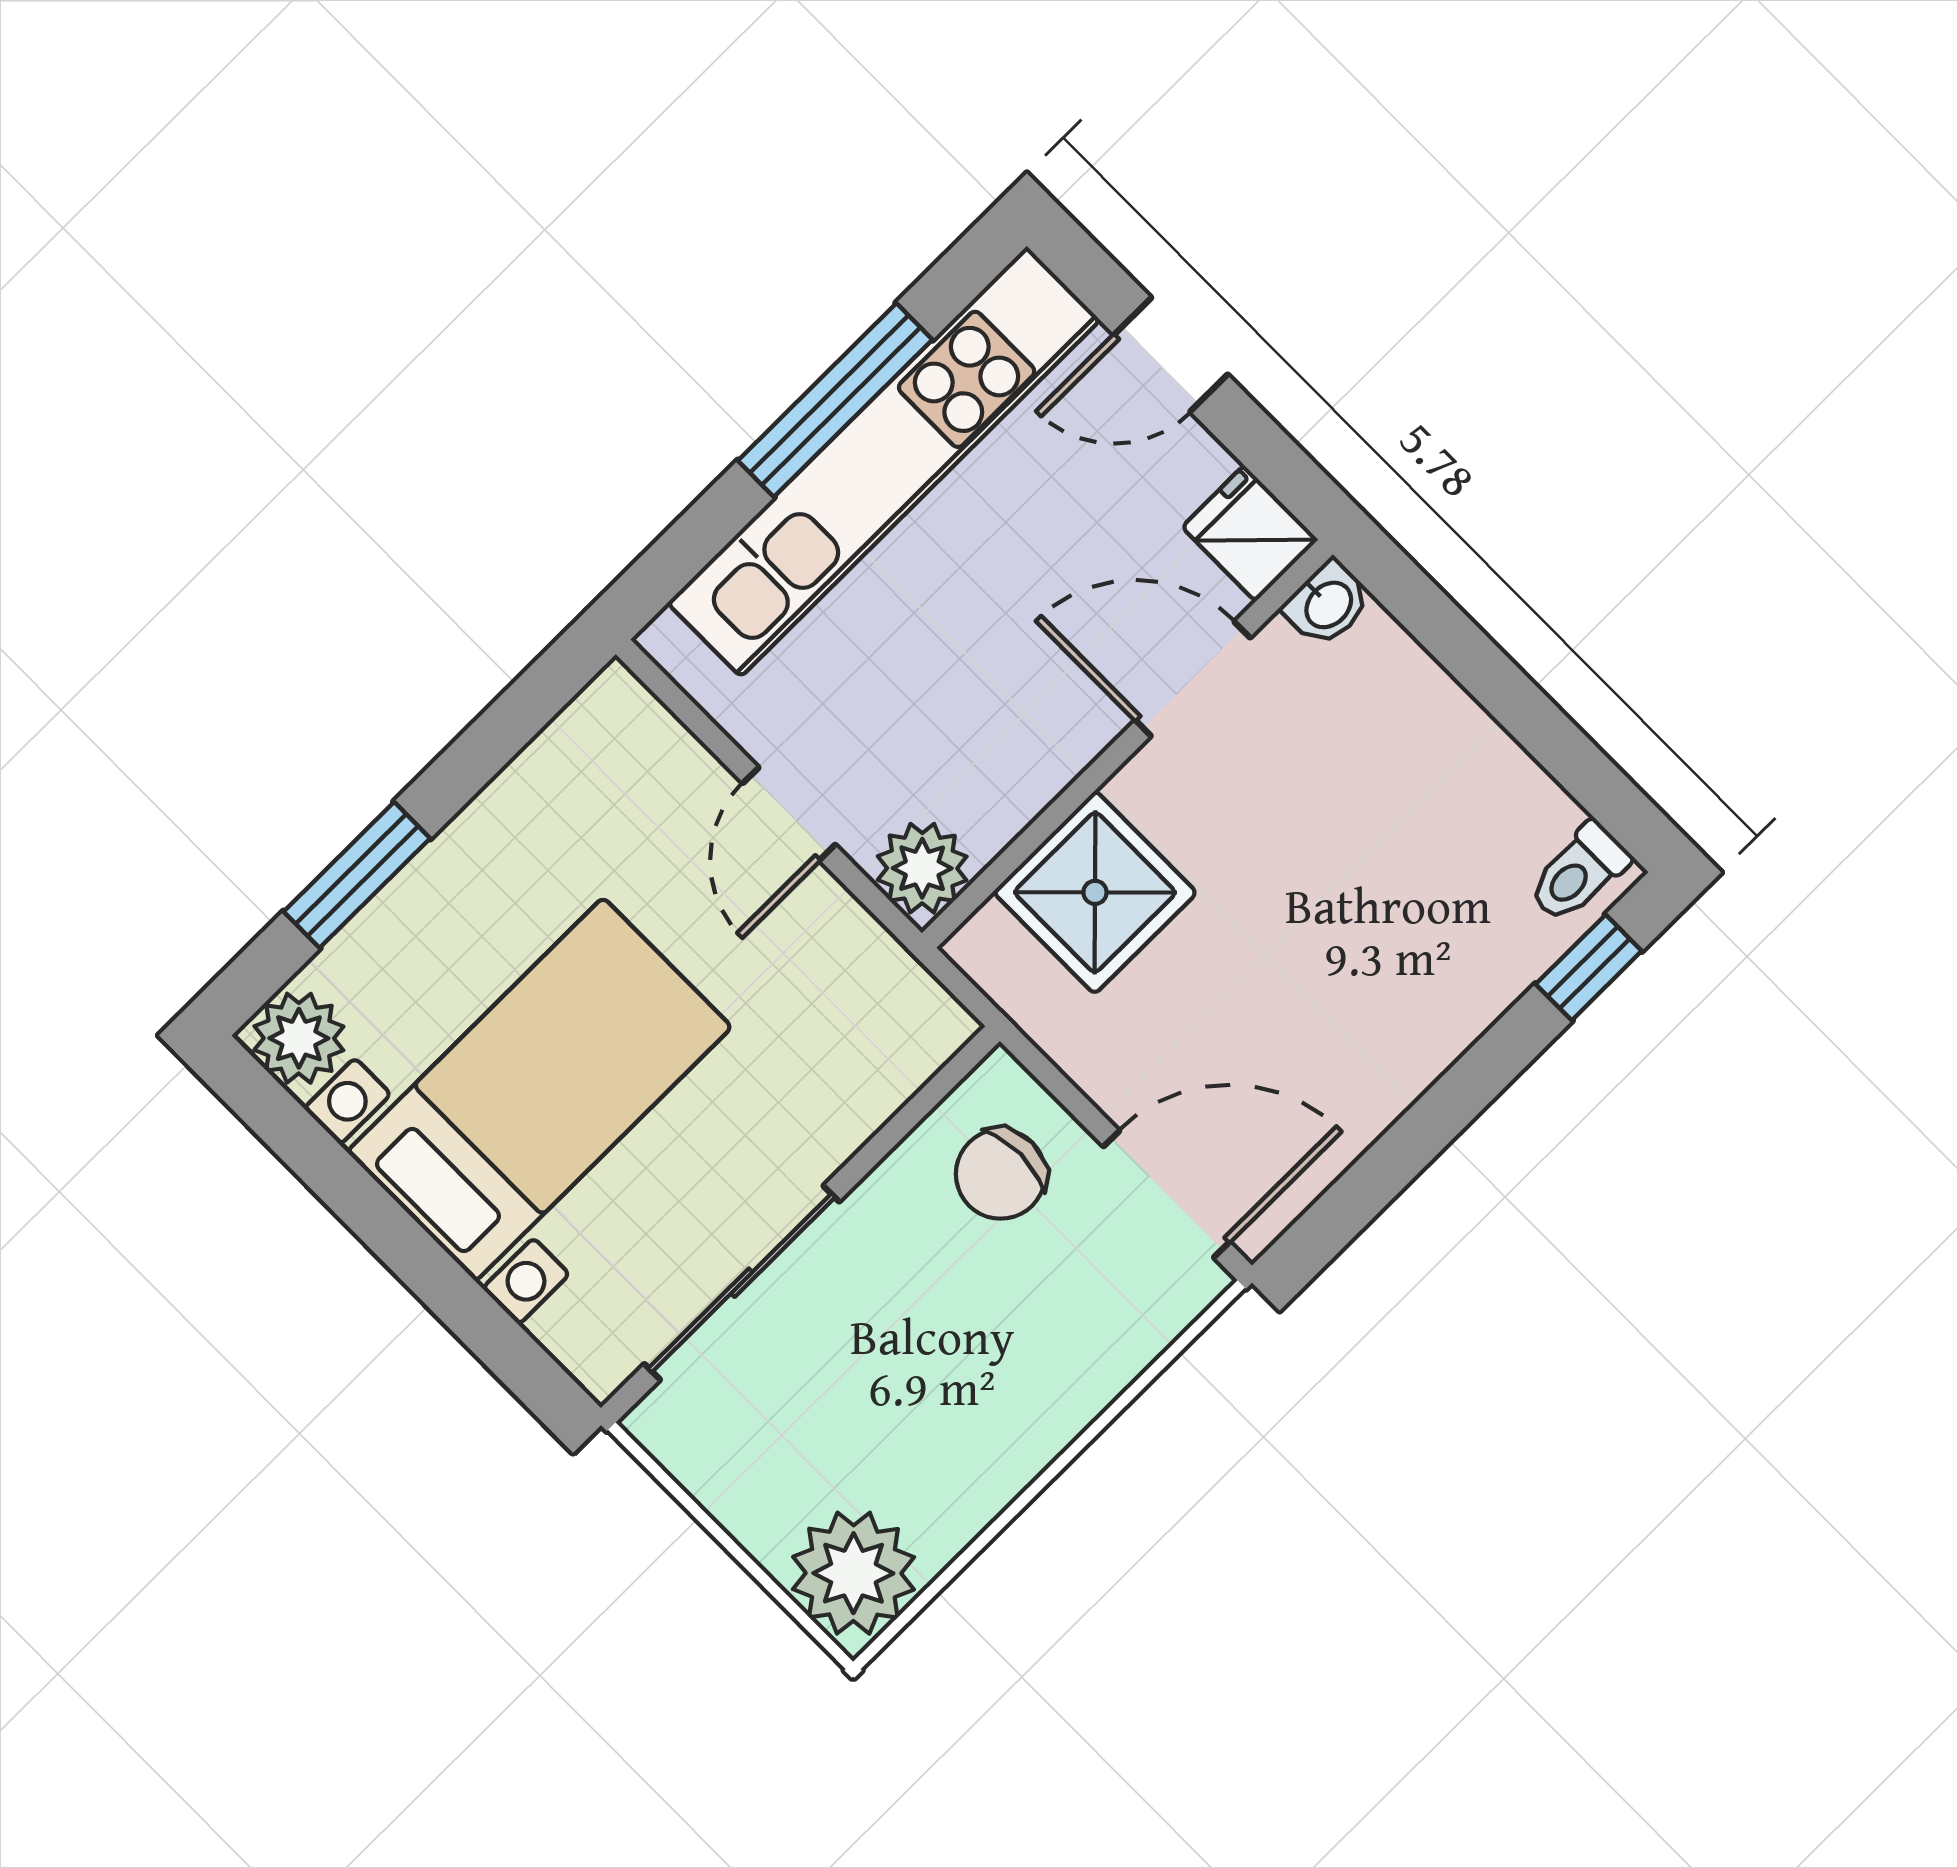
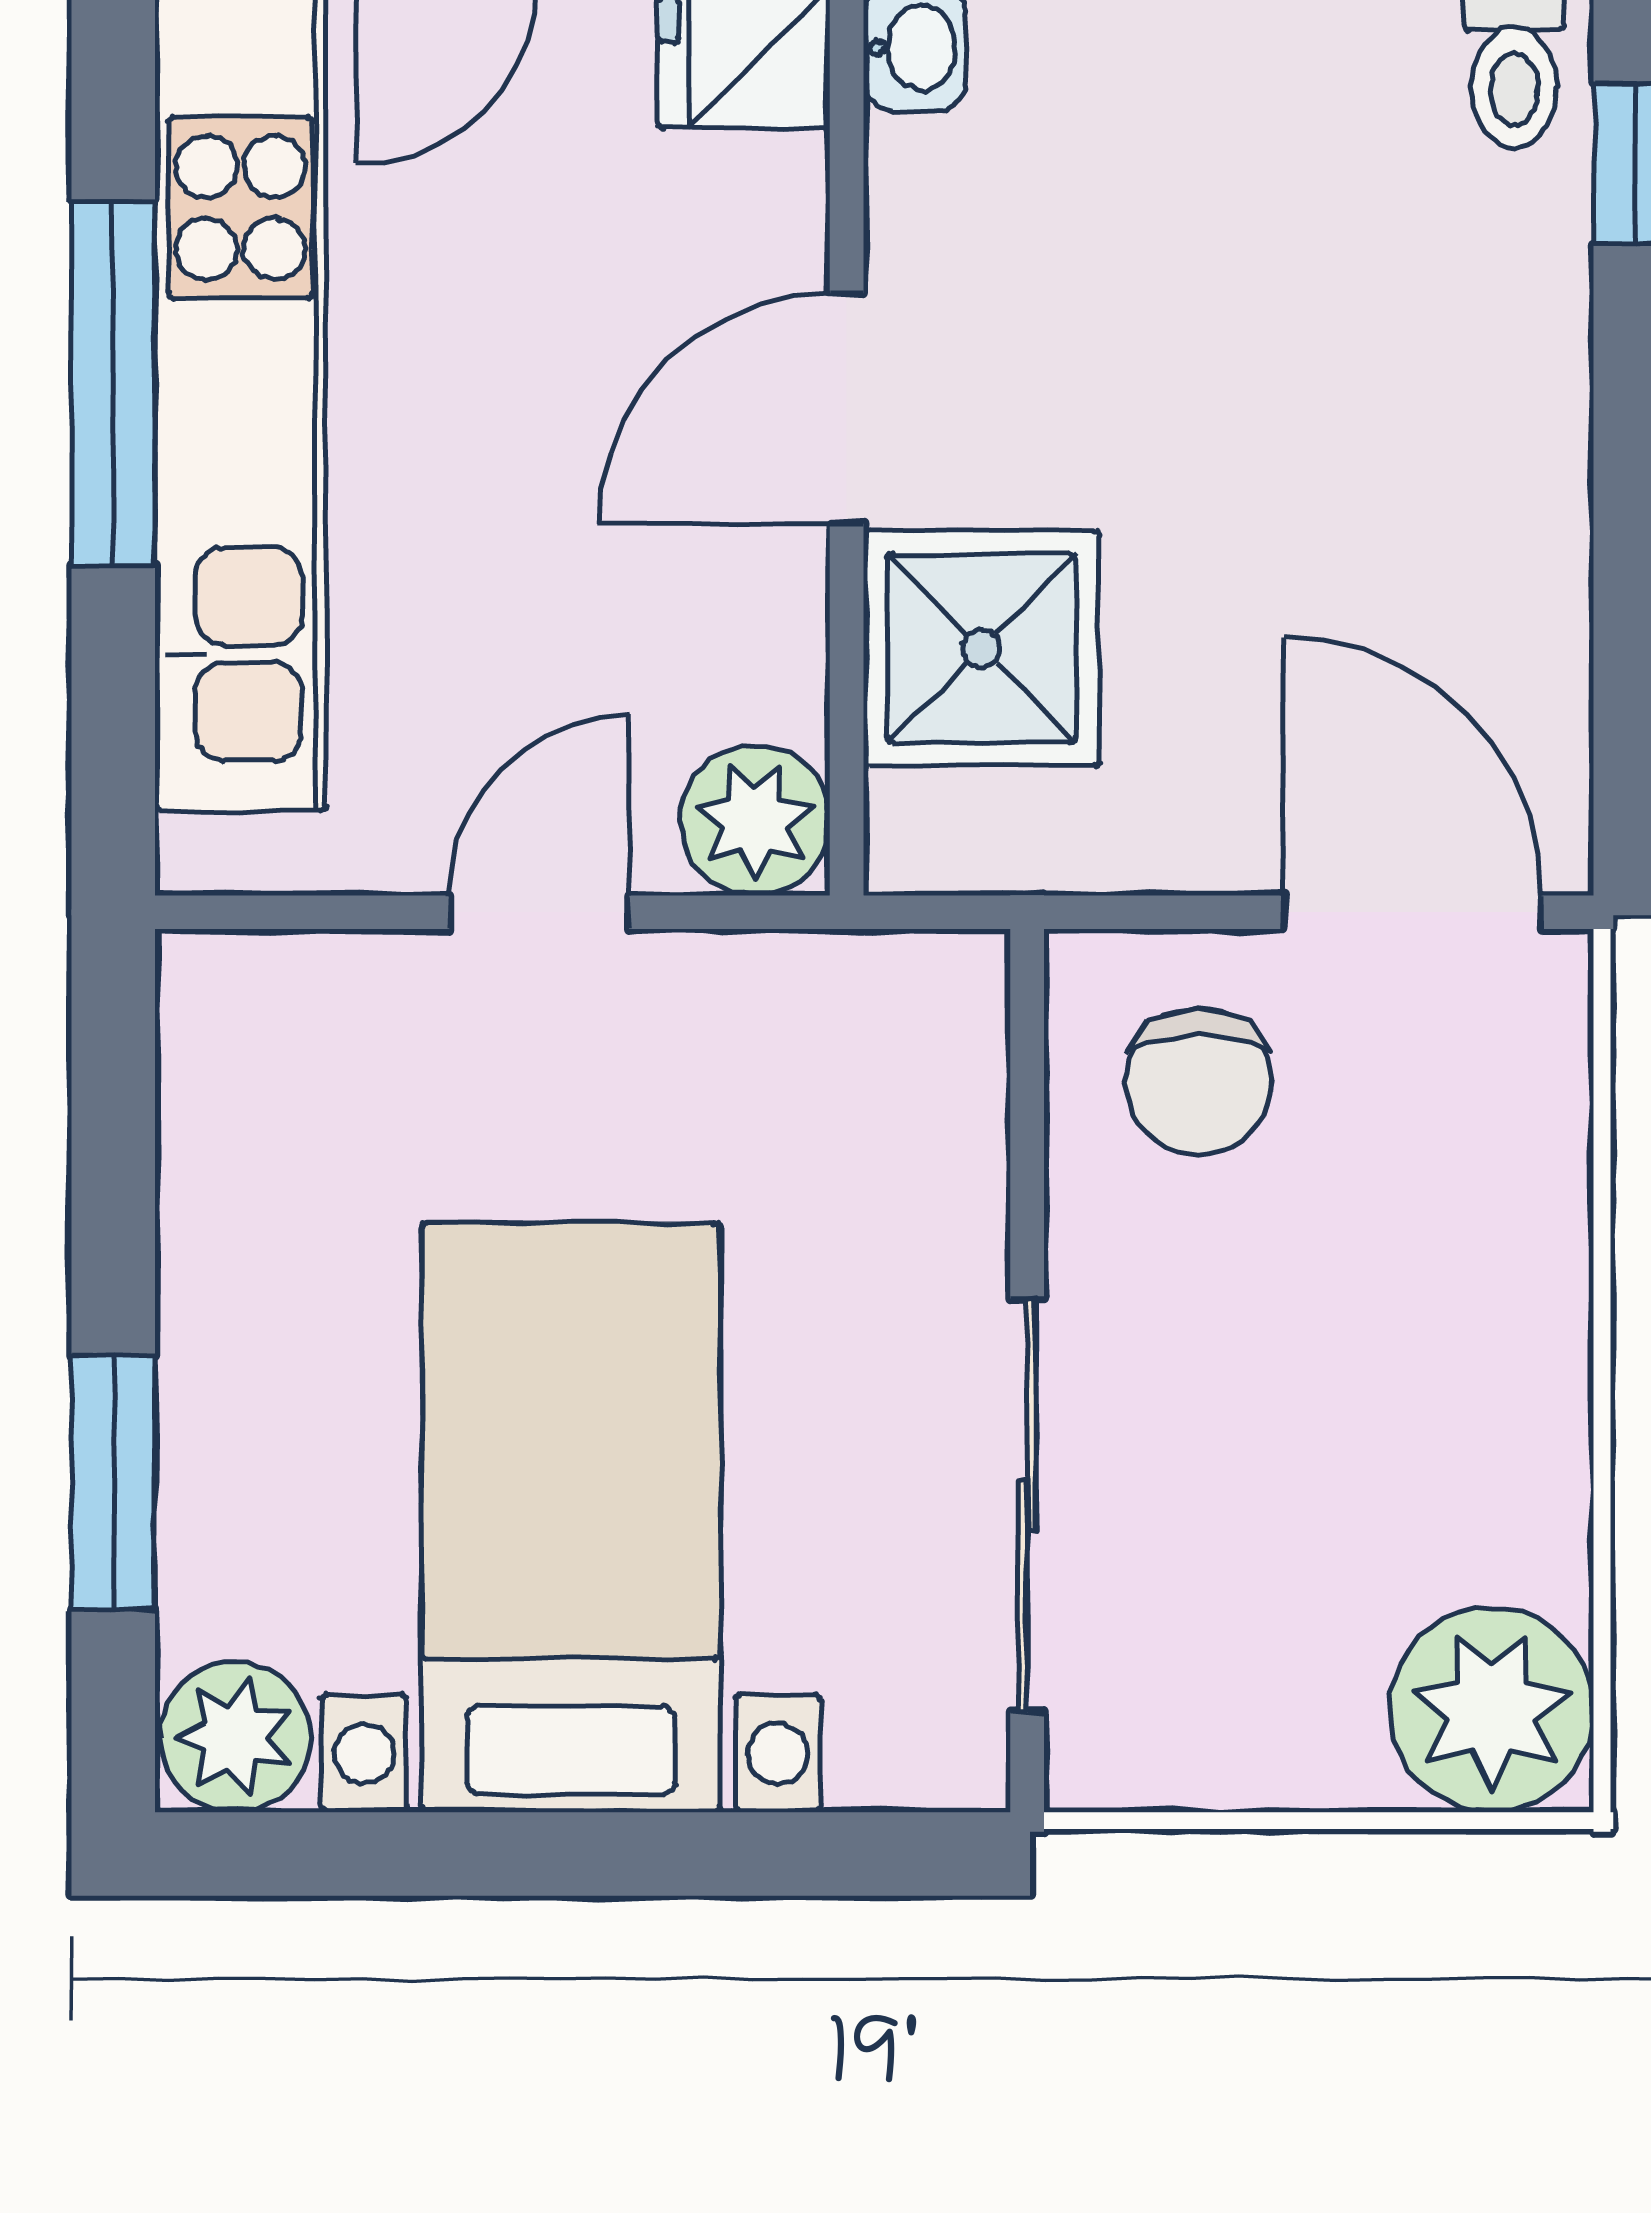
door: (1193, 679) -> (847, 409), moved
door: (789, 814) -> (539, 912), swing flipped
door: (1167, 1194) -> (1413, 912), hinge flipped

